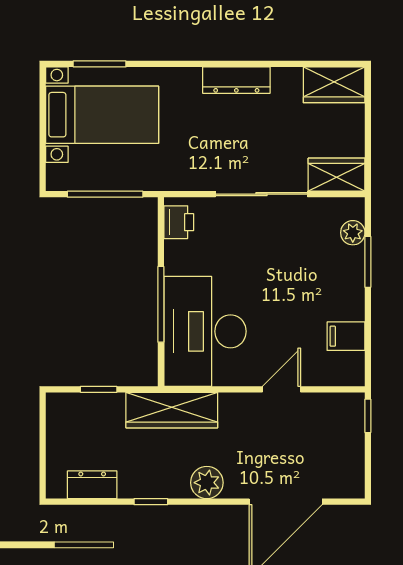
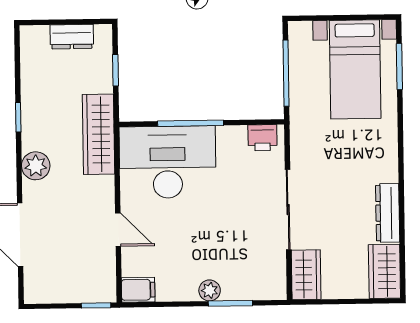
dresser: (236, 80) -> (388, 213), moved
plant: (353, 233) -> (210, 290), moved
filing cabinet: (346, 336) -> (138, 290), moved, turned 90
dresser: (92, 485) -> (72, 37), moved, turned 90

